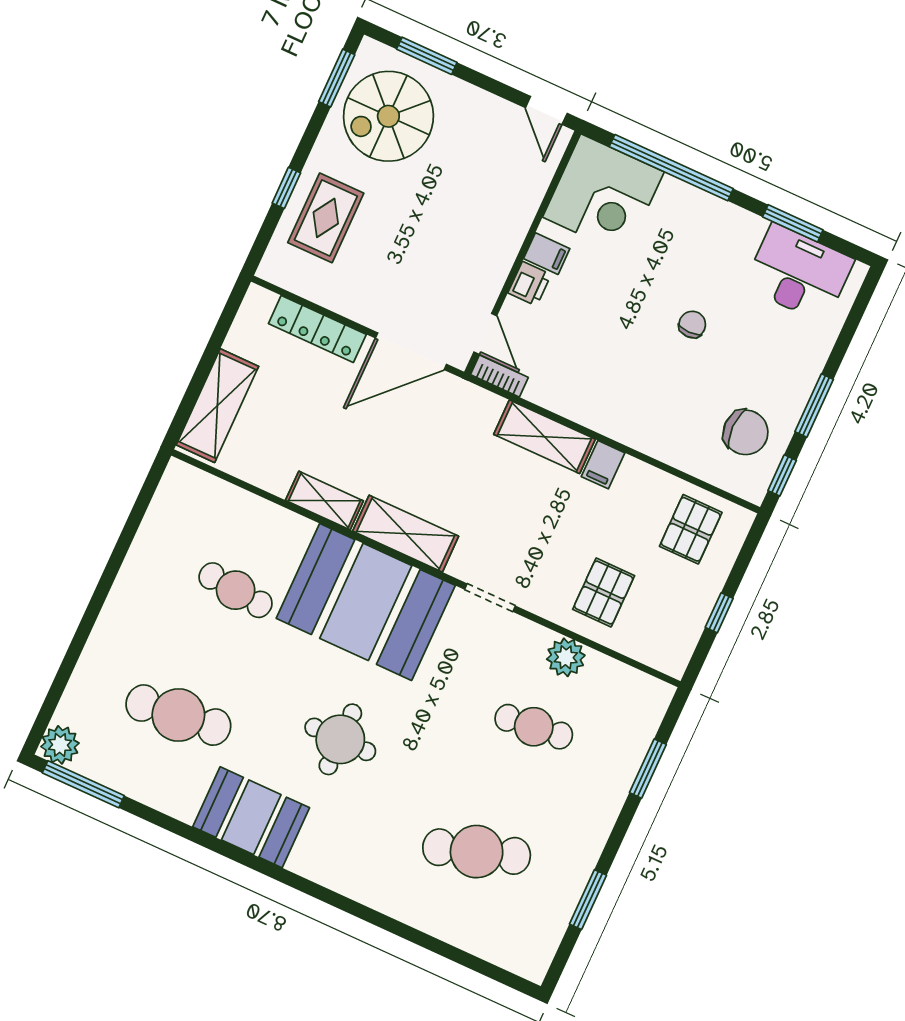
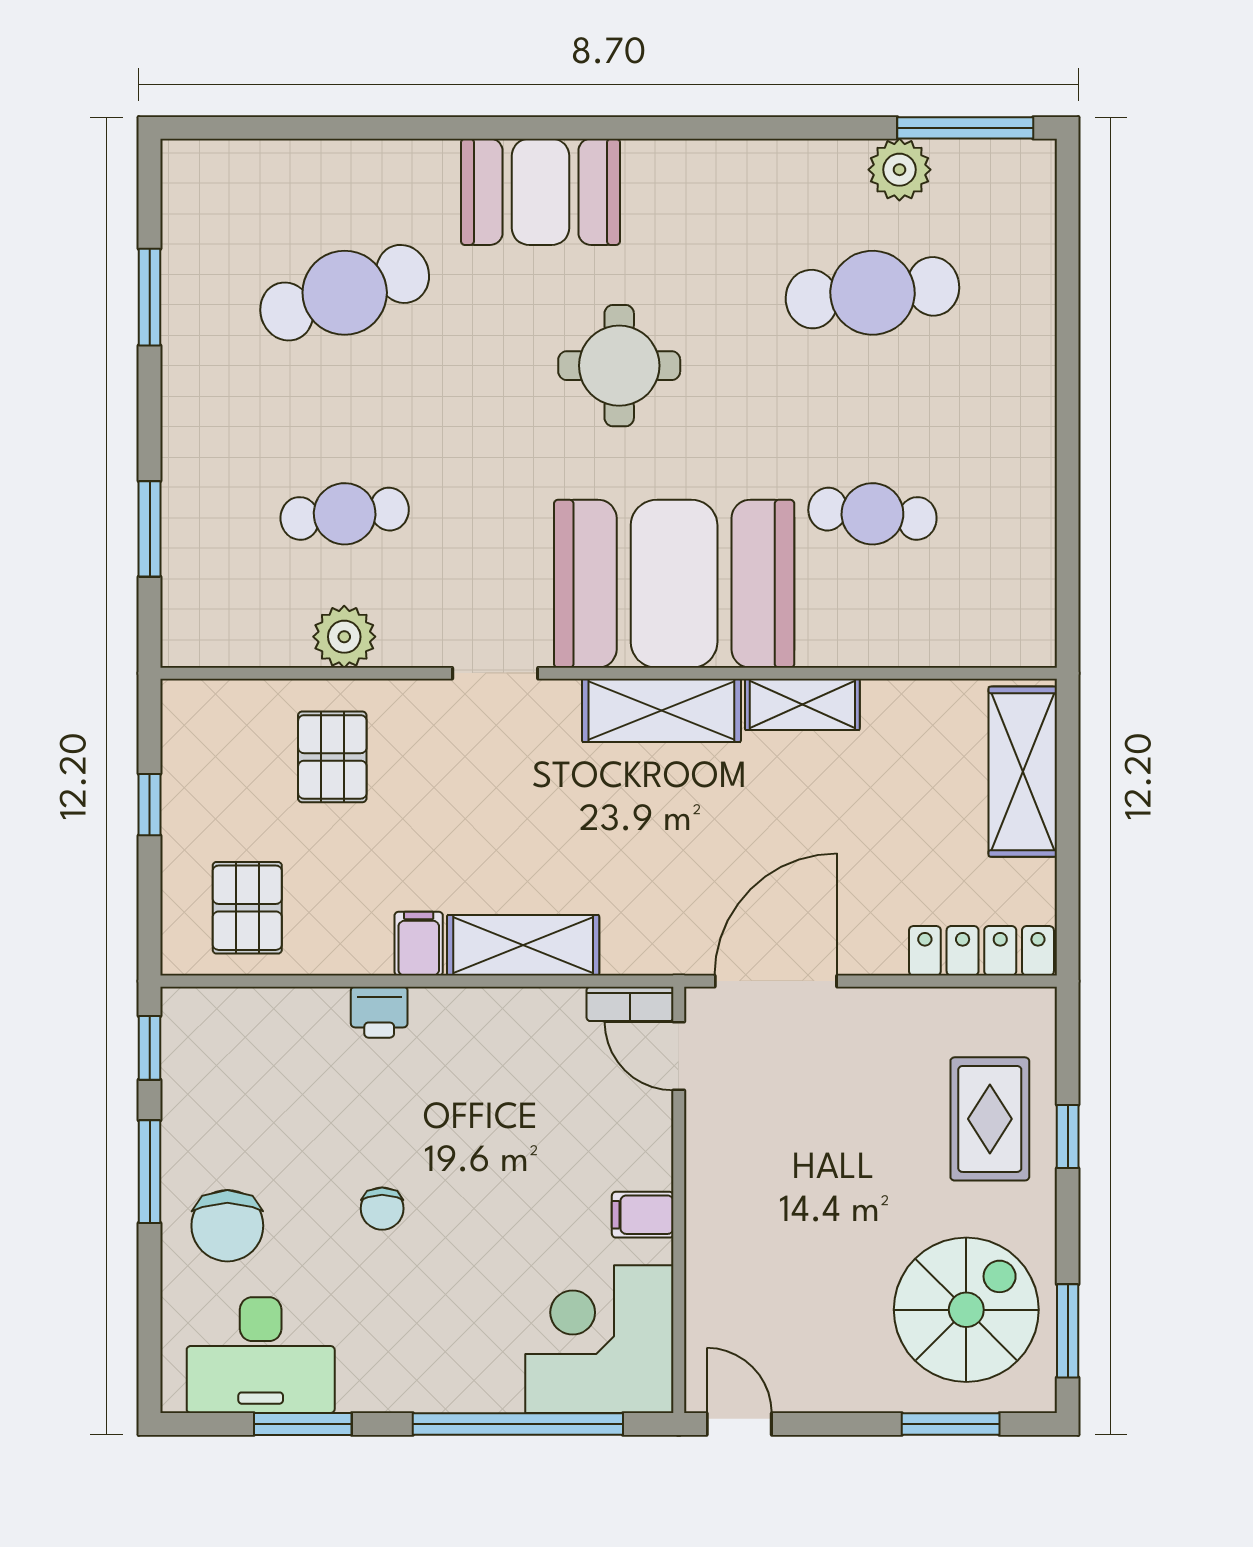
printer: (529, 284) -> (379, 1012), moved, turned -90
locker: (317, 329) -> (981, 951), moved
chair: (746, 432) -> (227, 1226), moved, turned -90
plant: (60, 745) -> (899, 170), moved
booth: (251, 817) -> (540, 192), moved

